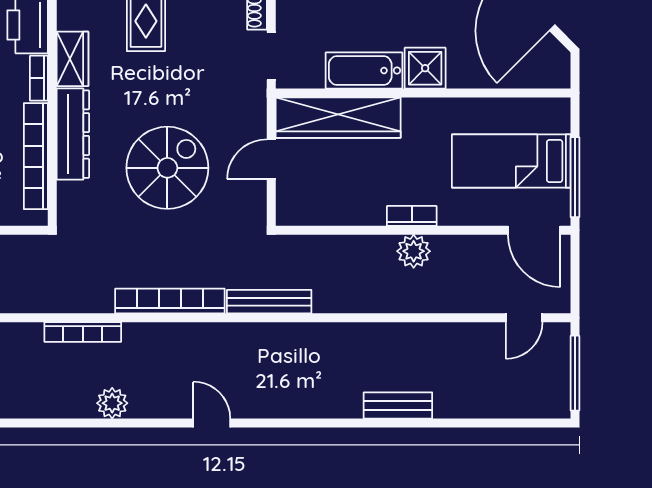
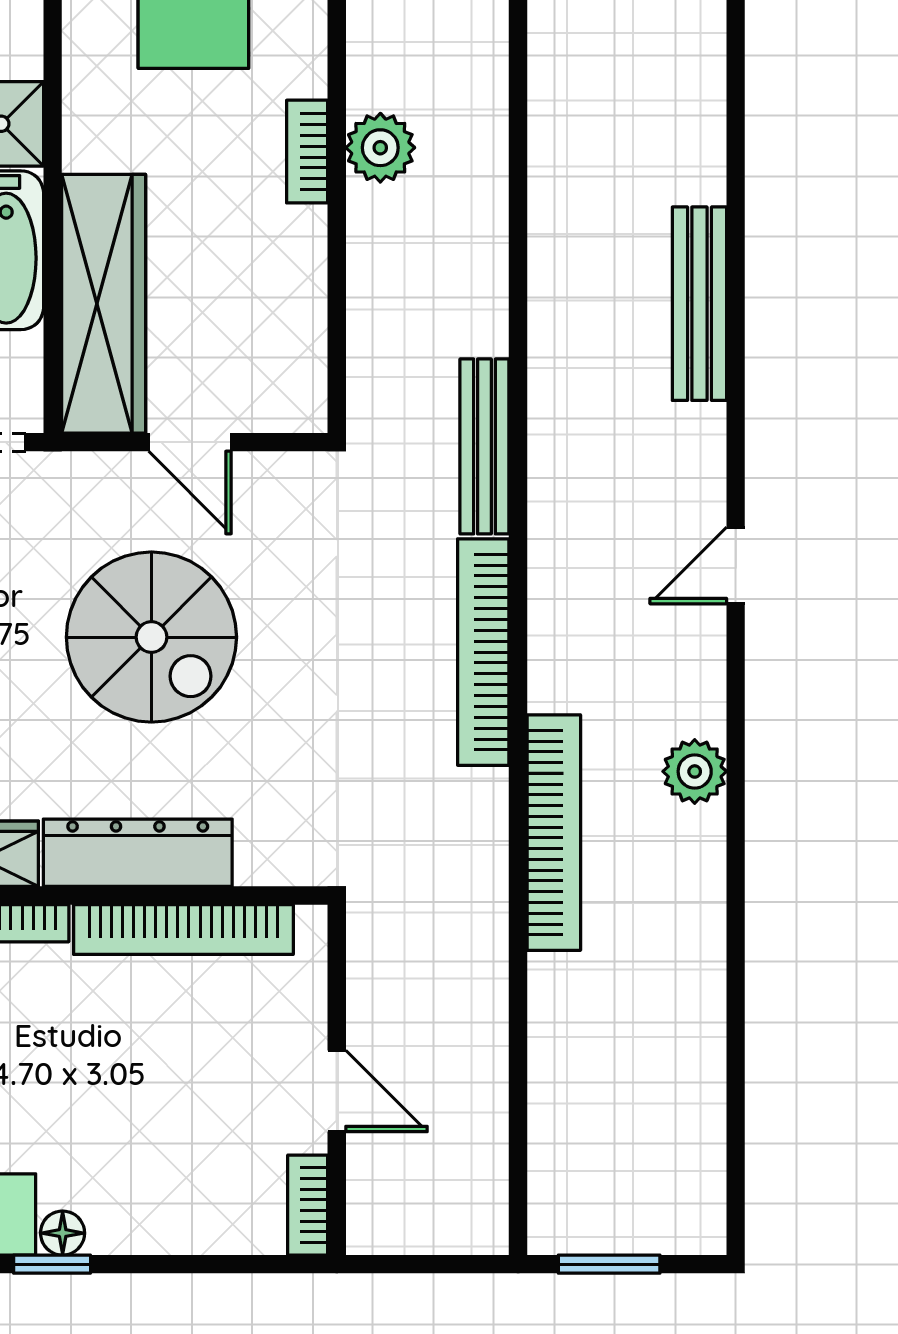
spiral stairs: (167, 168) -> (151, 637), moved, turned 180
bookcase: (83, 332) -> (554, 833), width x1.48, depth x1.31
bench: (398, 405) -> (699, 304), moved, width x1.36

